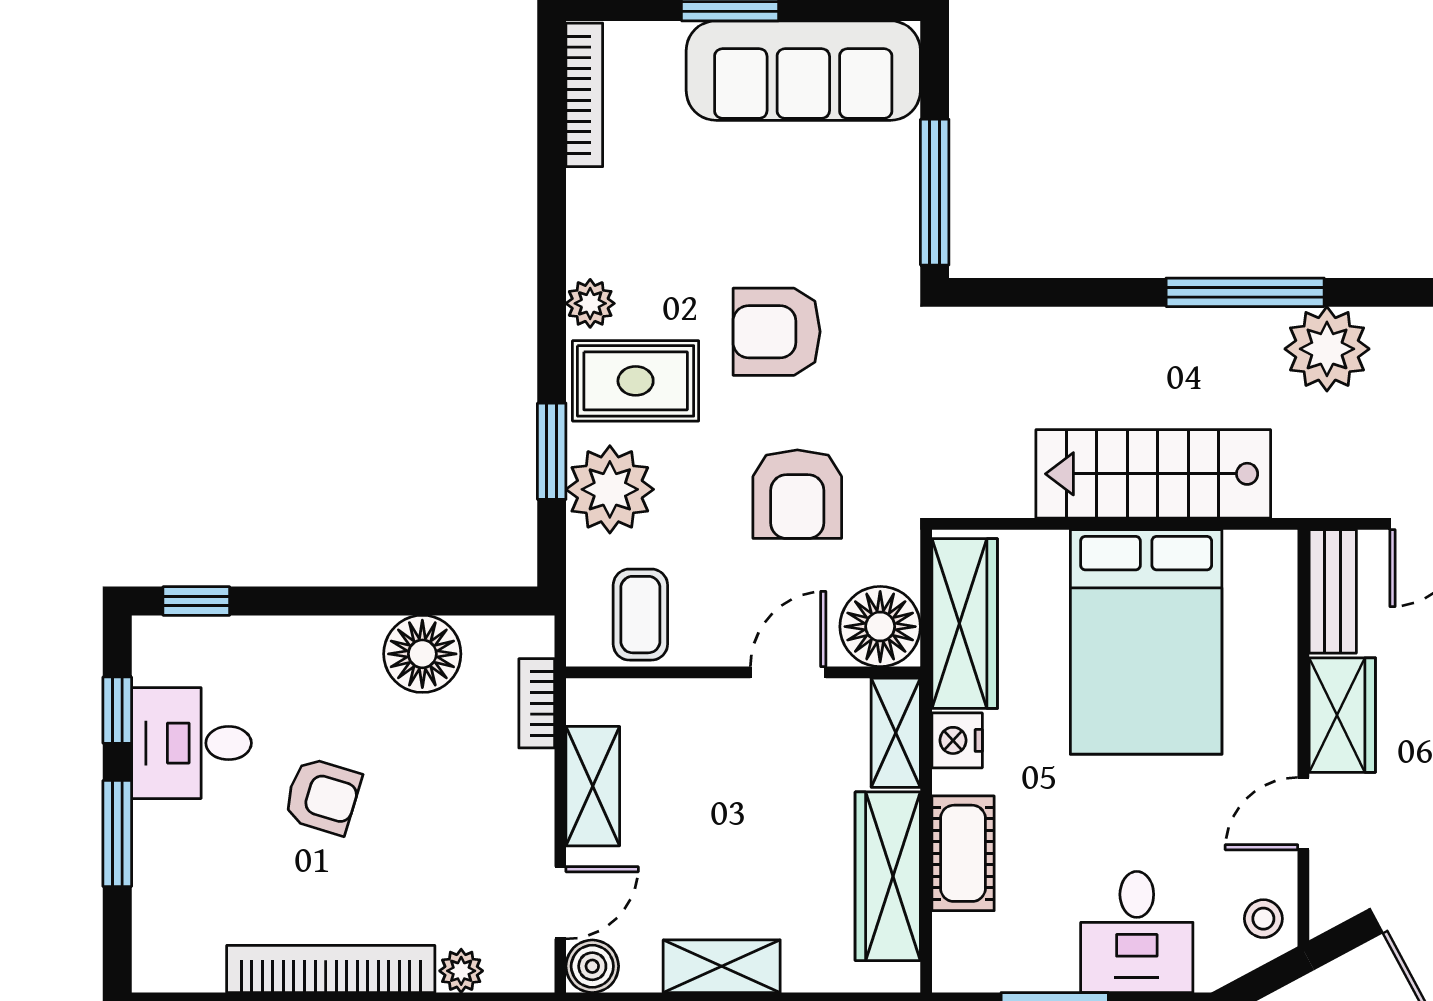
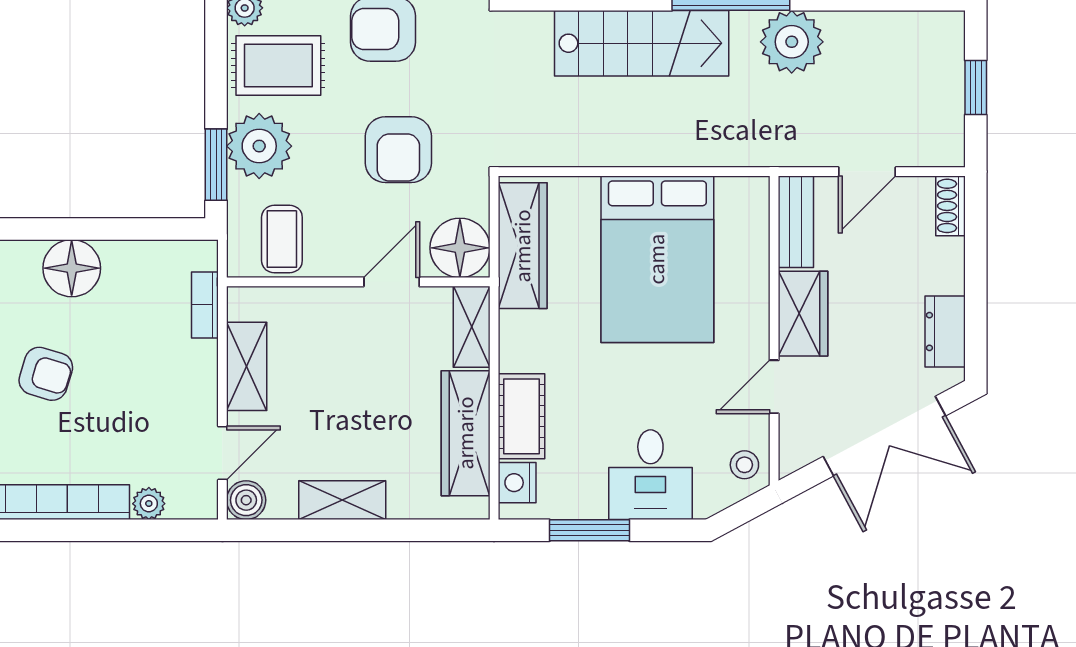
window: (552, 451) -> (216, 165), moved
stairs: (1153, 474) -> (642, 43), moved, turned 180
floor lamp: (422, 654) -> (72, 268), moved
nightstand: (957, 740) -> (517, 483), moved

